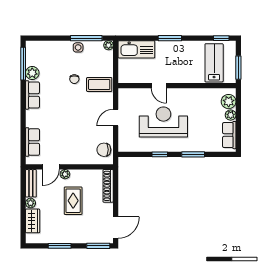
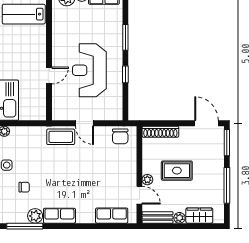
chair: (74, 79) -> (24, 187), moved
coffee table: (99, 84) -> (61, 137), moved, turned 90
window: (60, 246) -> (227, 185), width x1.44

